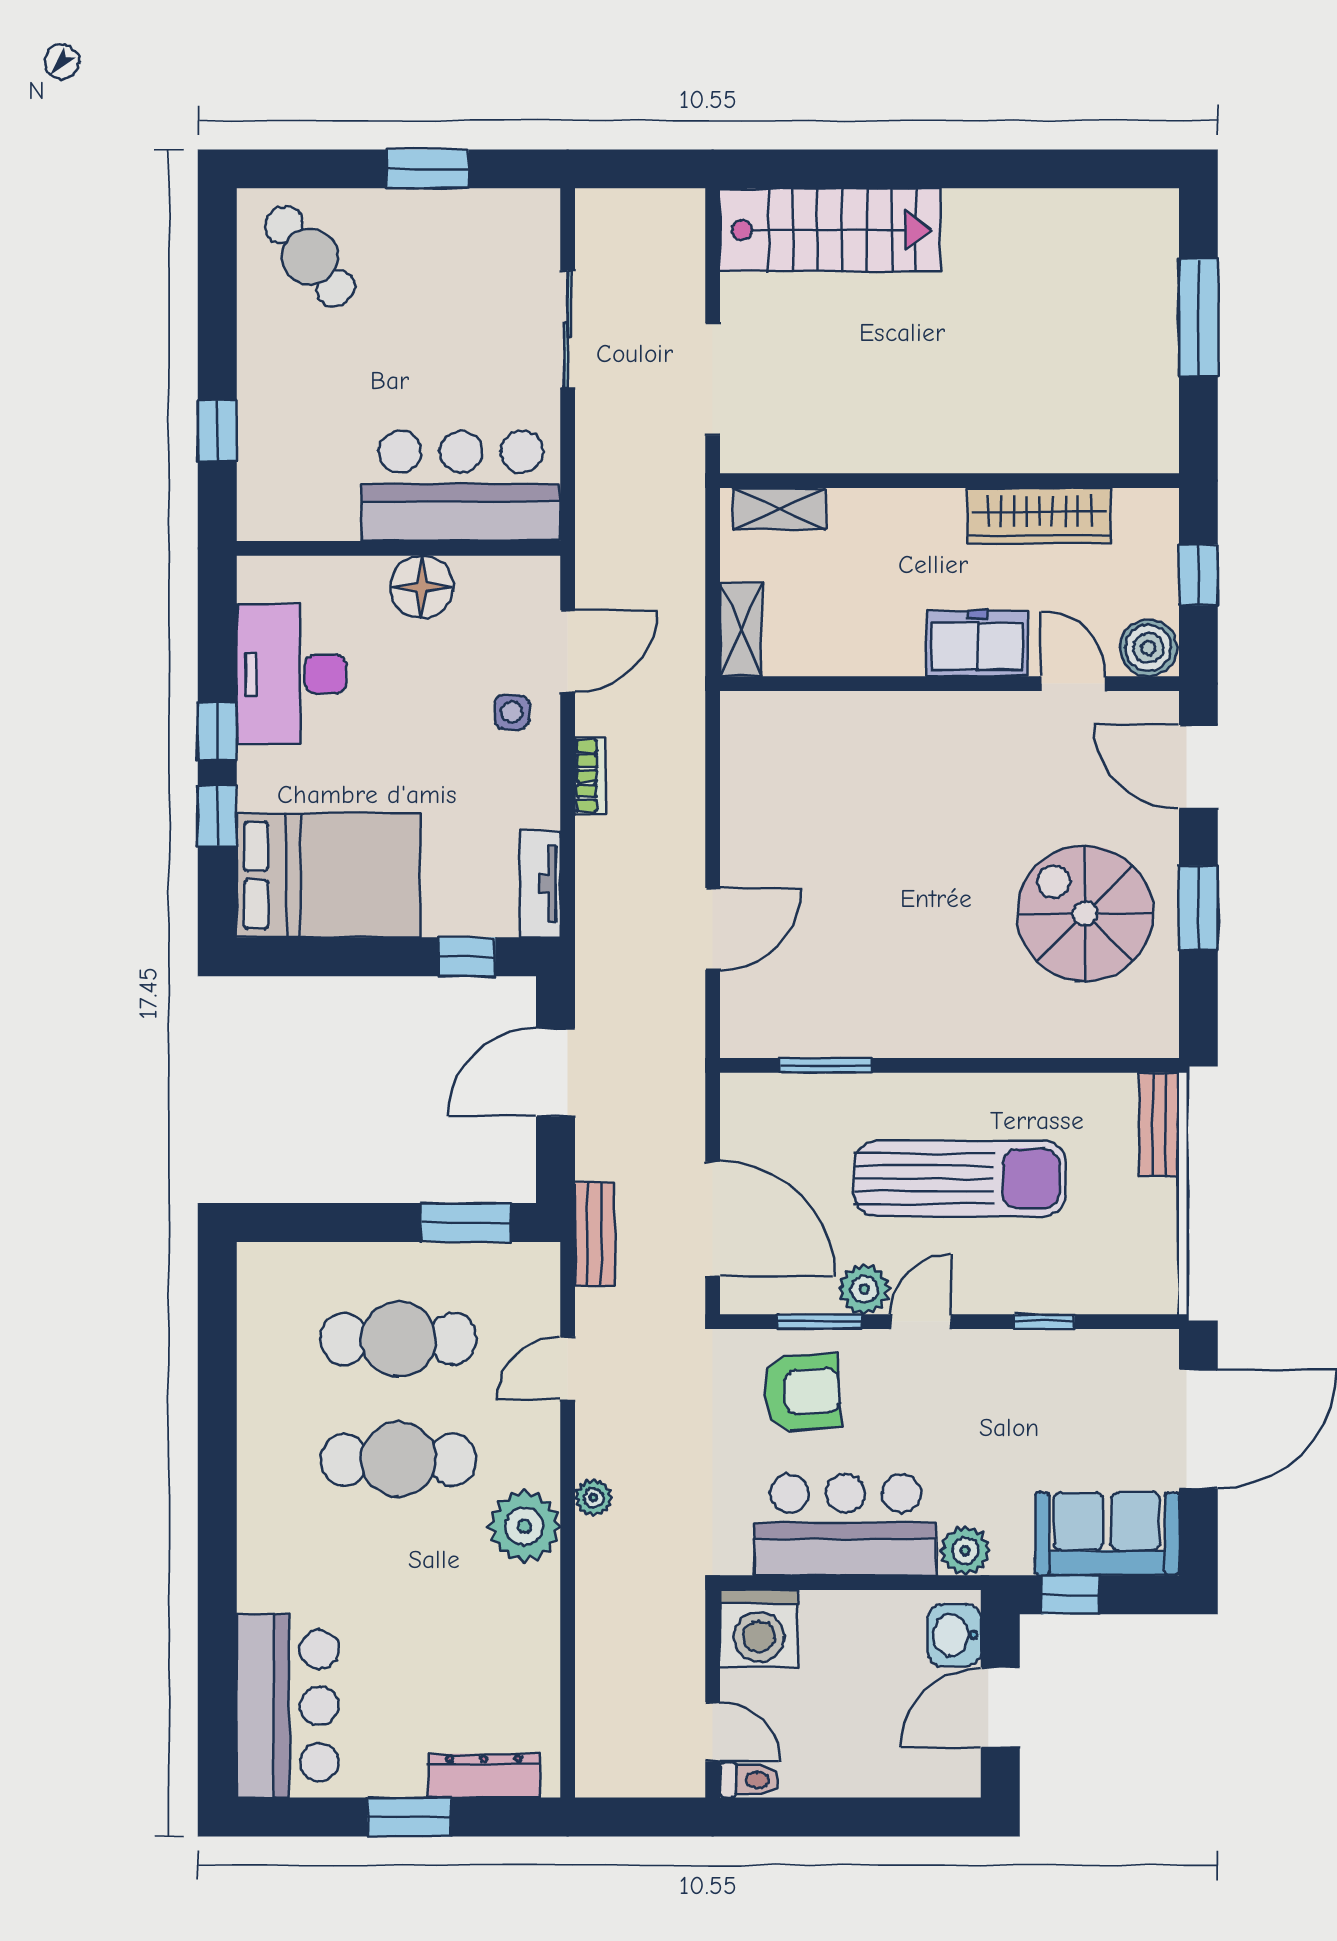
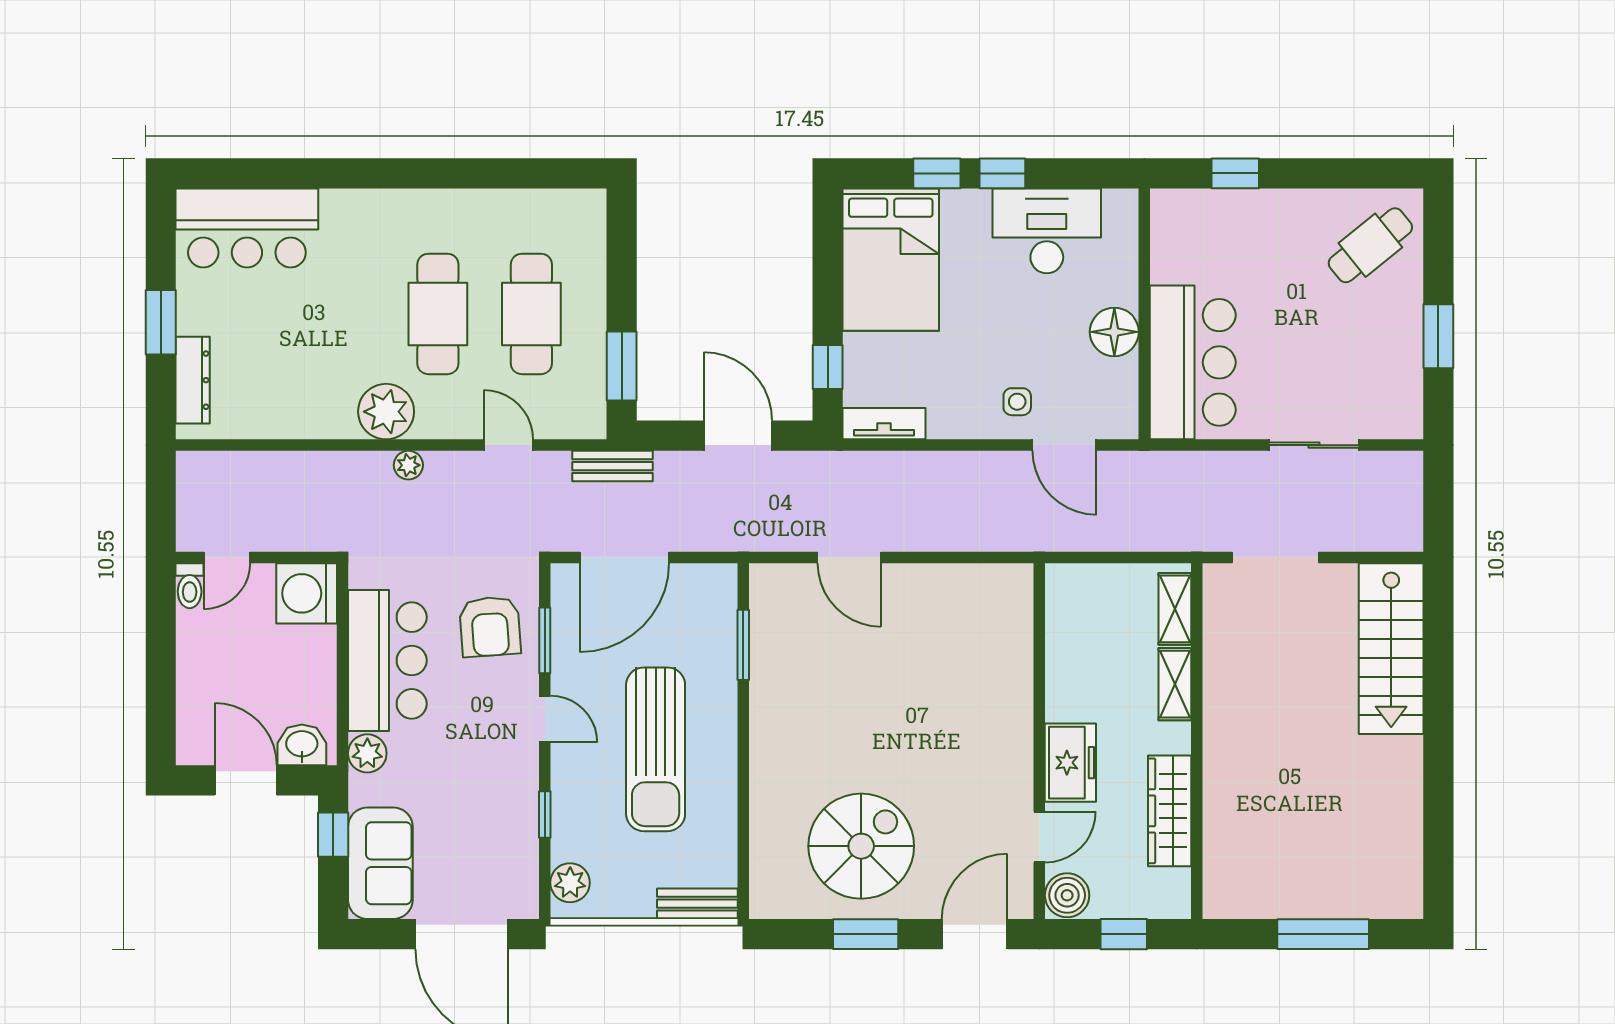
shelving: (741, 630) -> (1175, 684), moved, turned 90
bookcase: (590, 776) -> (968, 463), removed
plant: (864, 1289) -> (570, 883), moved

